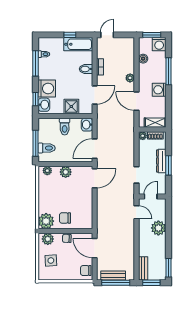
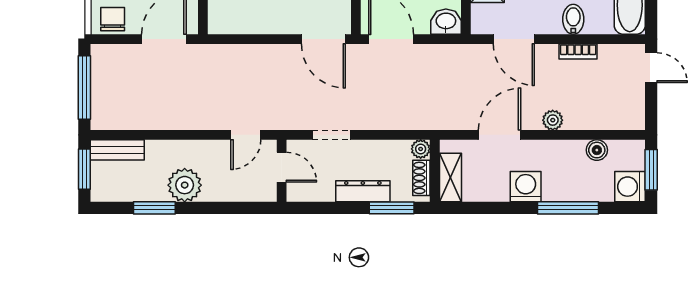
window: (168, 165) -> (392, 208), moved
plant: (158, 228) -> (185, 185), moved
window: (168, 268) -> (154, 208), moved
bench: (113, 276) -> (101, 81), removed

